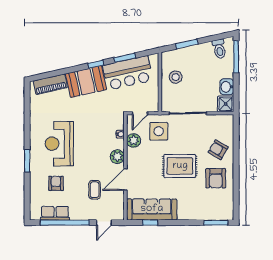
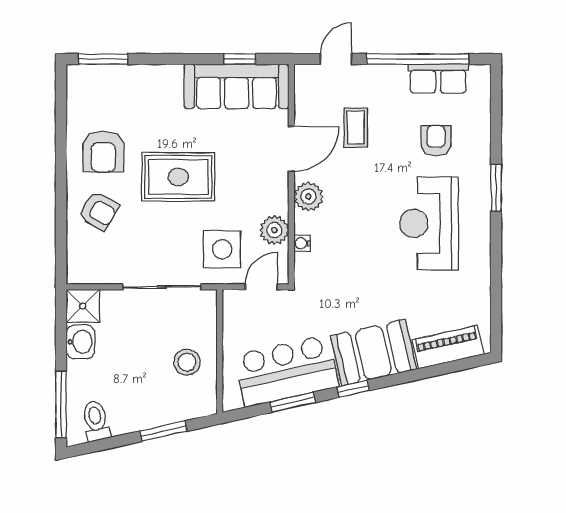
reception desk: (59, 144) -> (429, 223), turned 180
armchair: (216, 178) -> (103, 151), turned 180
armchair: (56, 183) -> (436, 141), turned 180

